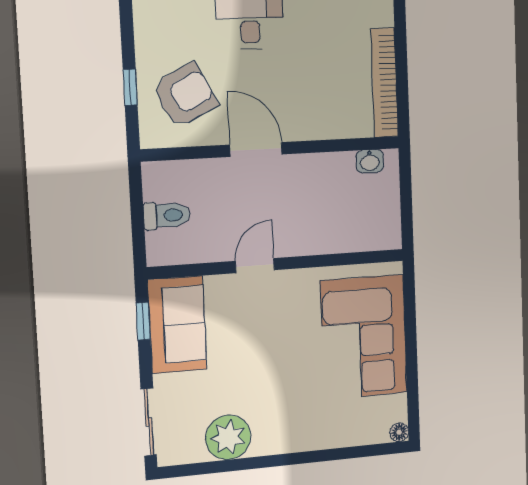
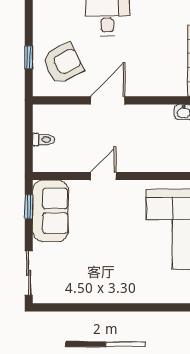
door: (256, 149) -> (108, 100), hinge flipped
toilet: (167, 215) -> (43, 140), width x0.73, depth x0.72
plant: (228, 437) -> (80, 288), removed

